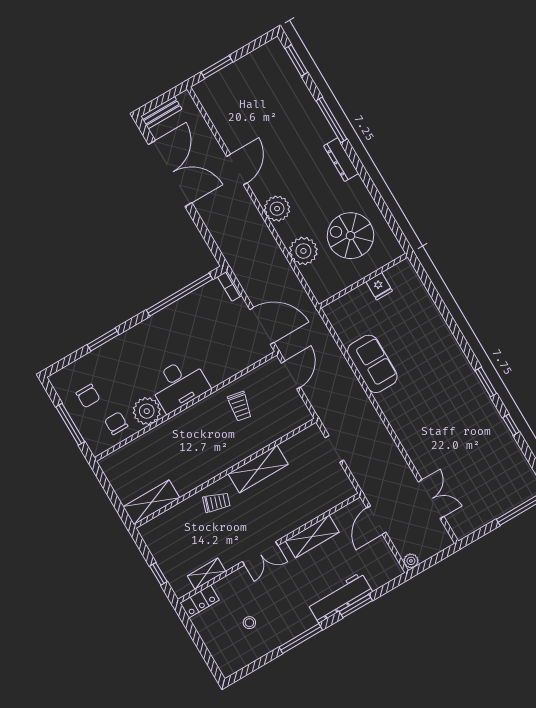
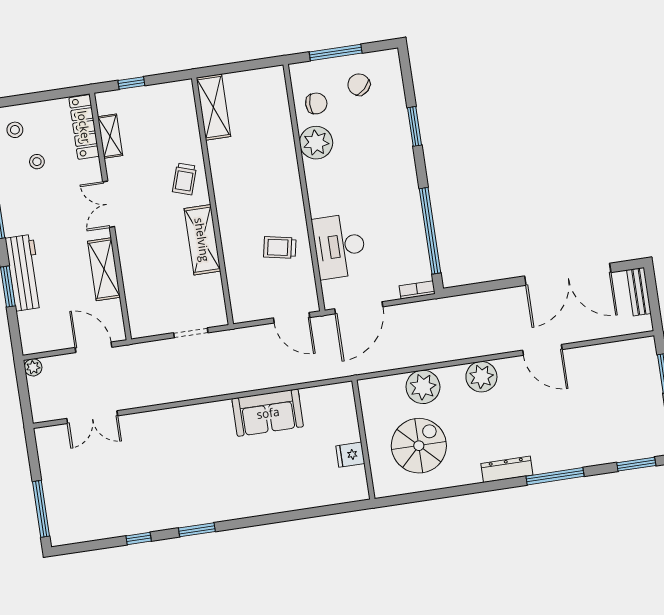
desk: (179, 385) -> (339, 246), moved
chair: (88, 396) -> (359, 85), turned 47
locker: (200, 602) -> (84, 127), width x1.53
stool: (232, 650) -> (15, 130), added

